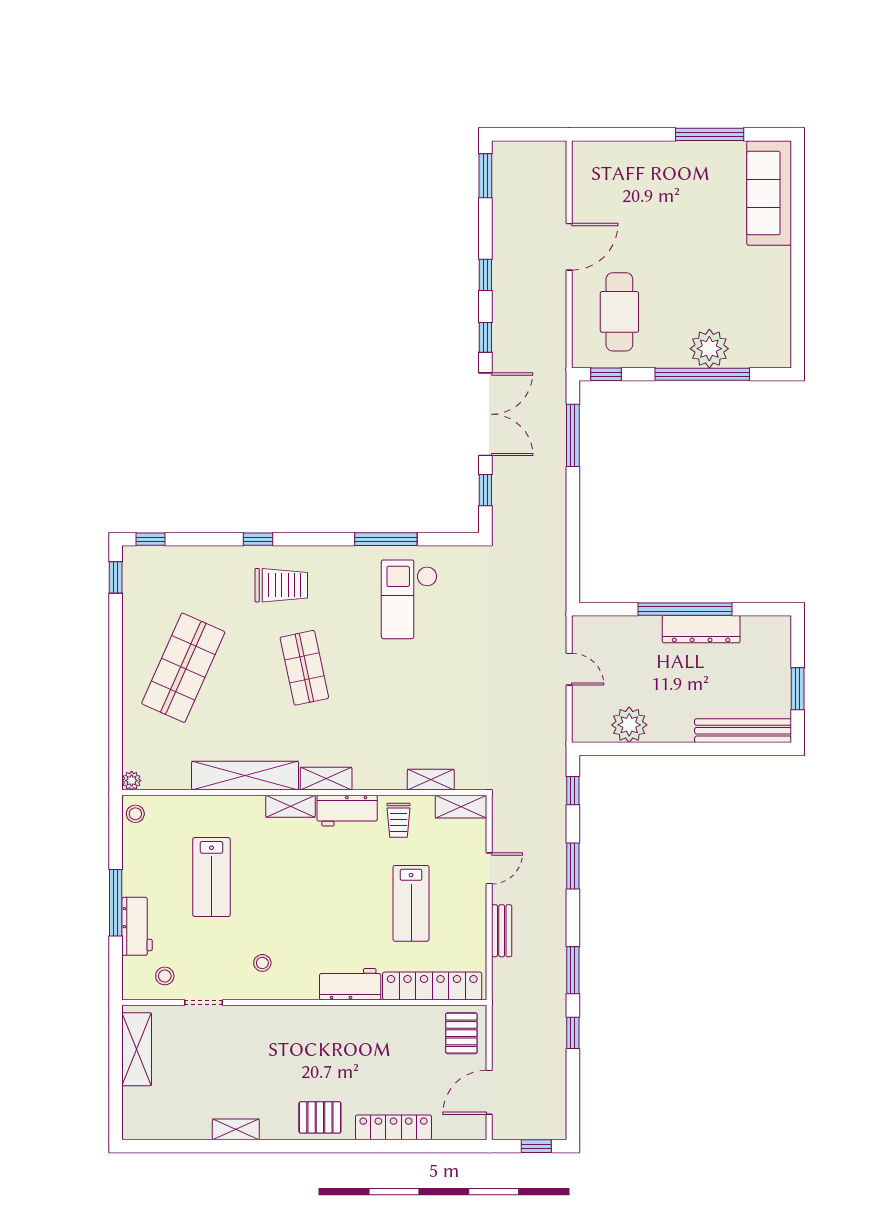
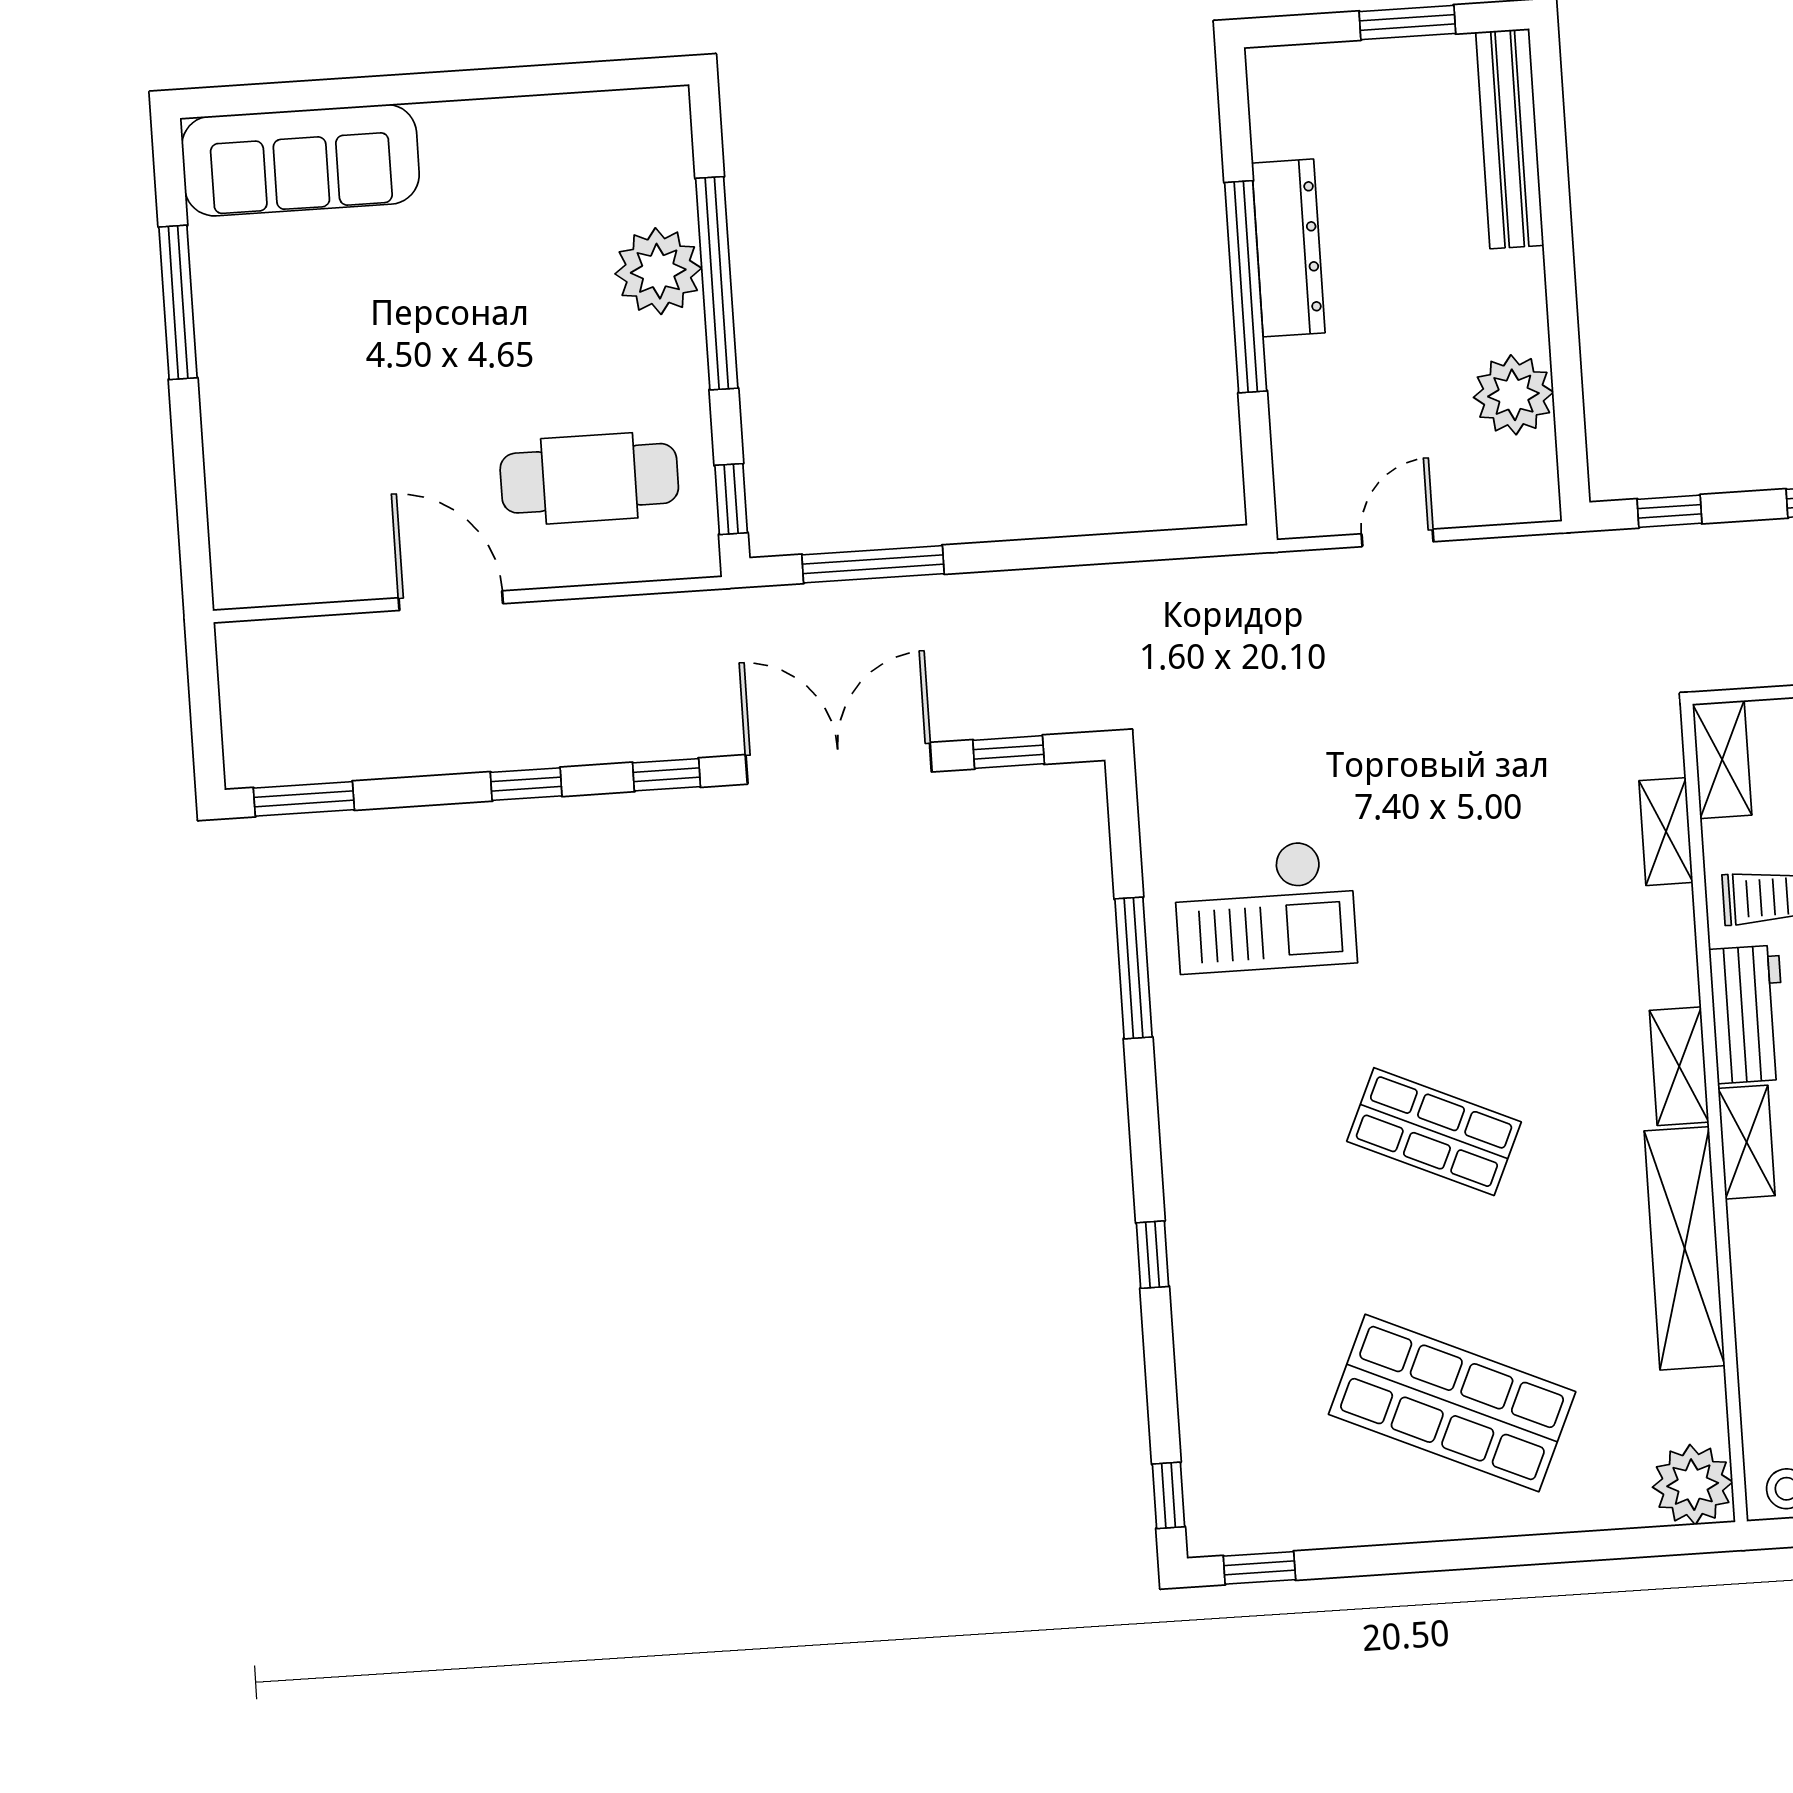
trolley: (281, 585) -> (1252, 1196), removed
shop shelf: (304, 668) -> (1434, 1132), turned 36
plant: (132, 781) -> (1693, 1485), width x1.88, depth x1.88

